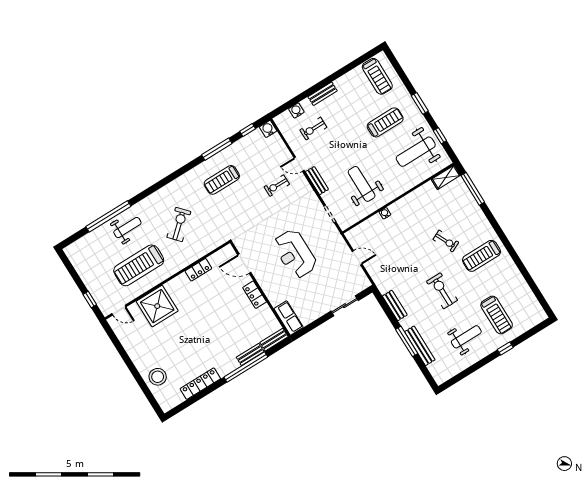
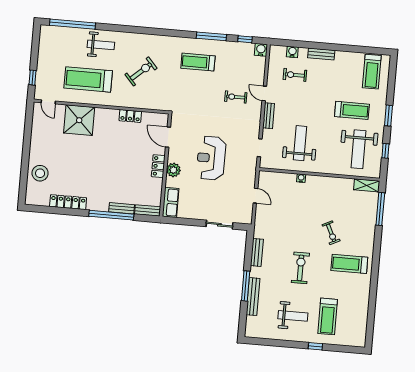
weight bench: (416, 152) -> (358, 149), turned -90
window: (108, 216) -> (73, 24), moved
plant: (270, 288) -> (173, 170), added

